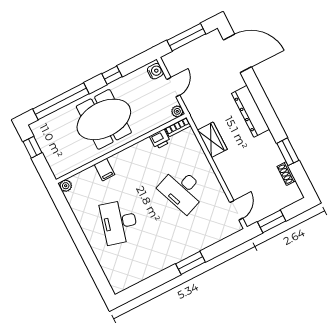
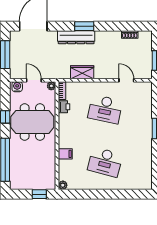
meeting table: (104, 119) -> (32, 122), moved, turned 90
window: (33, 147) -> (39, 194), moved
window: (288, 152) -> (84, 26), moved
desk: (182, 190) -> (105, 109), turned 33
door: (236, 210) -> (126, 80), moved

